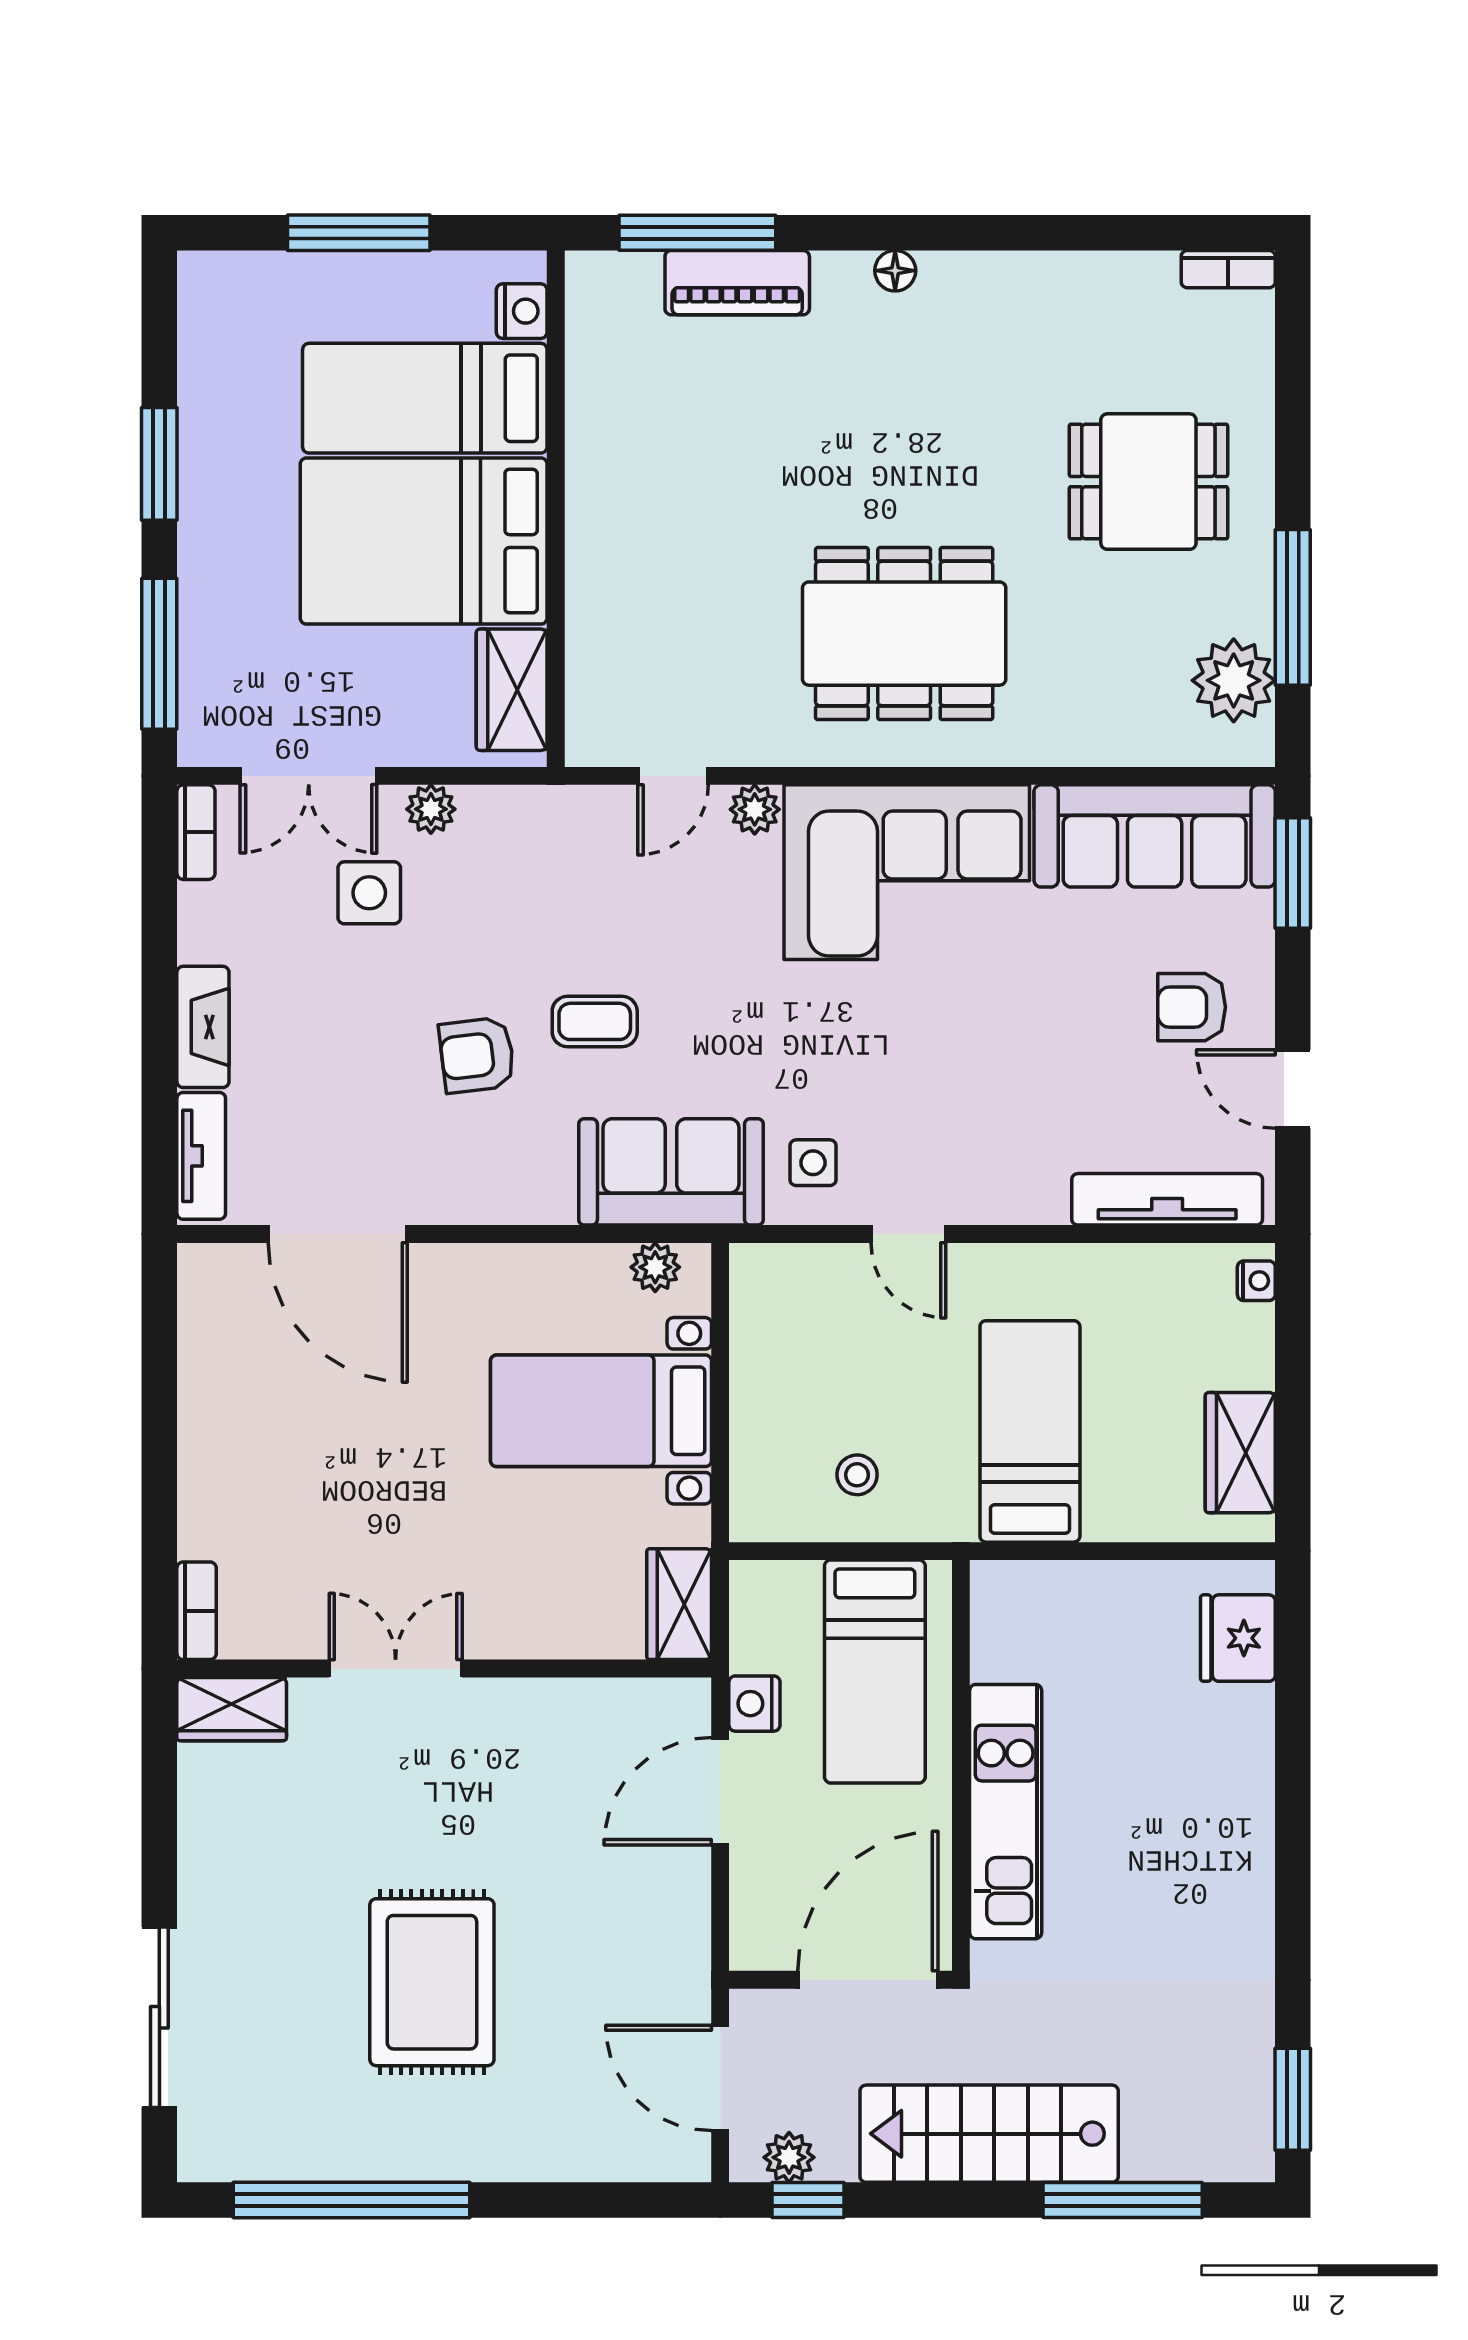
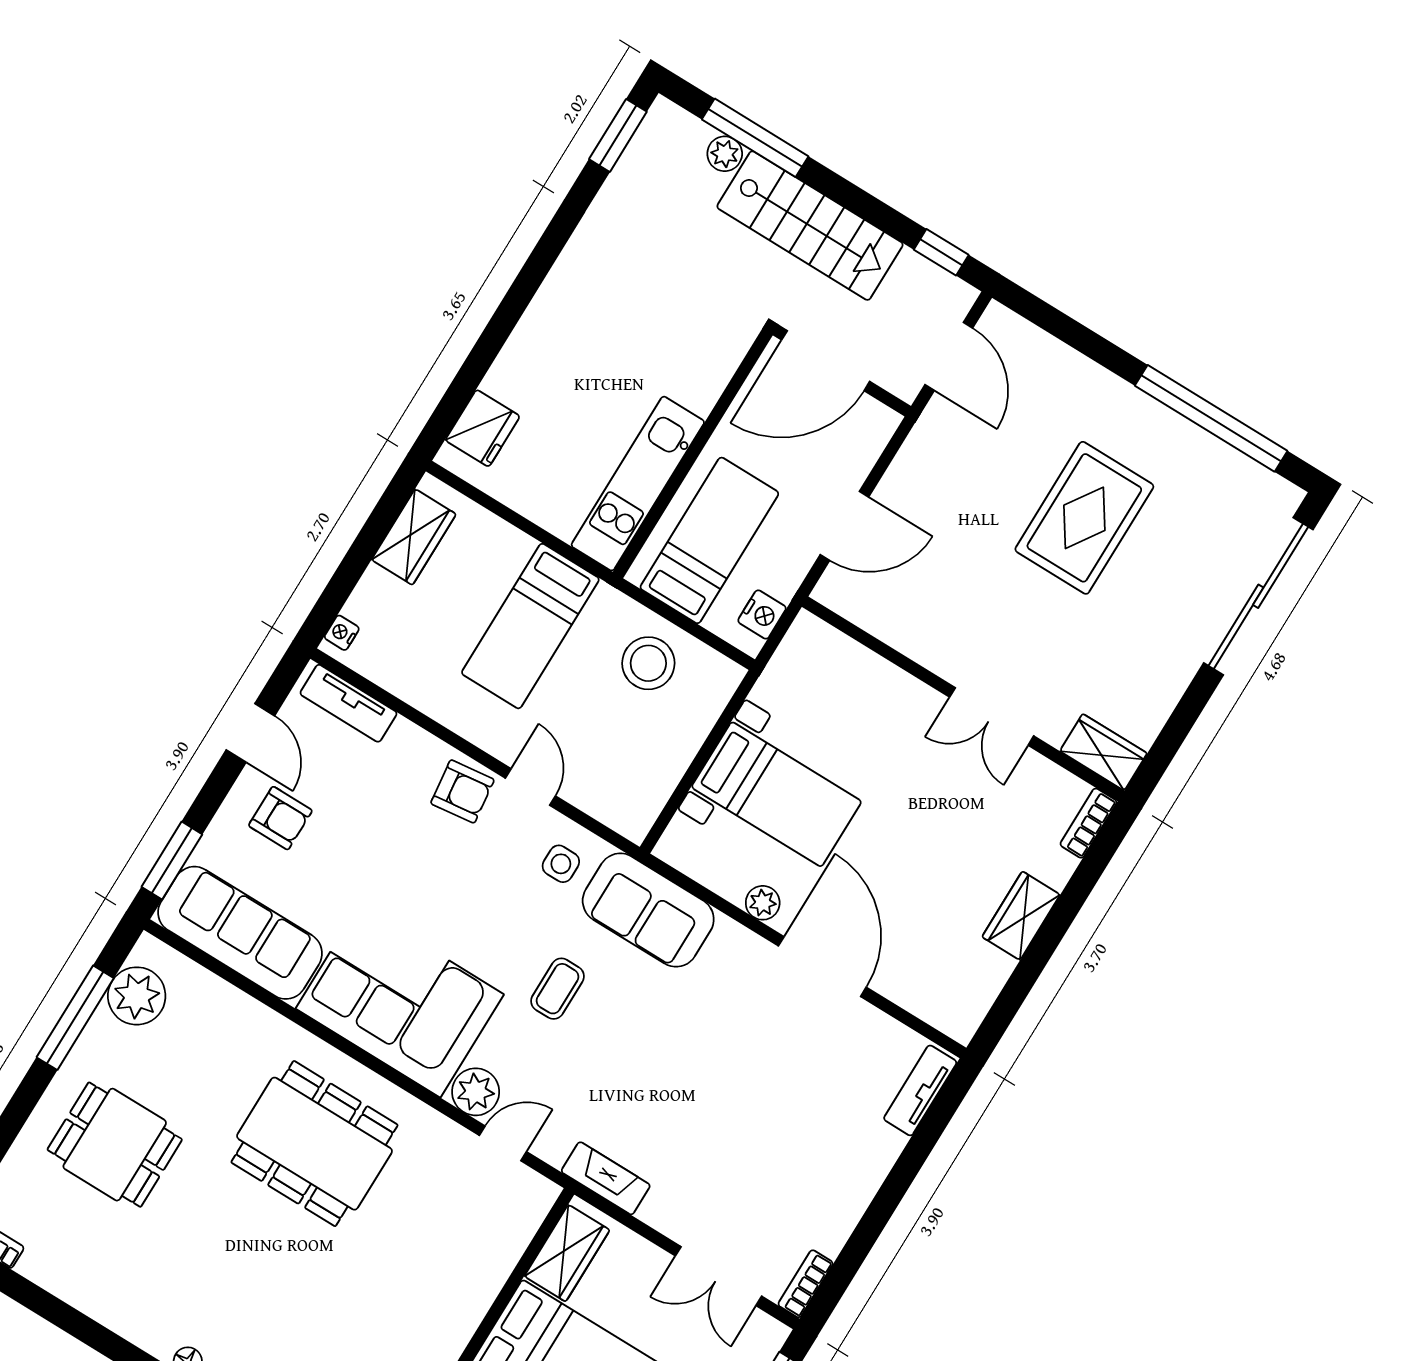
double door: (309, 776) -> (718, 1276), swing flipped
plant: (431, 809) -> (658, 1212), removed
plant: (755, 809) -> (476, 1092), width x1.38, depth x1.38
side table: (369, 893) -> (725, 1185), removed
coffee table: (595, 1021) -> (558, 989), moved, turned 90
fireplace: (203, 1027) -> (606, 1178), moved, turned 90
armchair: (477, 1055) -> (462, 791), moved
tv unit: (1167, 1199) -> (348, 703), width x0.71
door: (338, 1234) -> (822, 967), moved
plant: (655, 1267) -> (763, 903), moved
stool: (857, 1475) -> (648, 663), width x1.89, depth x1.89
wardrobe: (679, 1604) -> (1021, 916), moved, turned 180
nightstand: (754, 1704) -> (762, 614), moved
kitchen unit: (1006, 1812) -> (638, 484), moved
sliding door: (159, 2017) -> (1258, 596), width x1.36
plant: (789, 2157) -> (725, 154), moved

